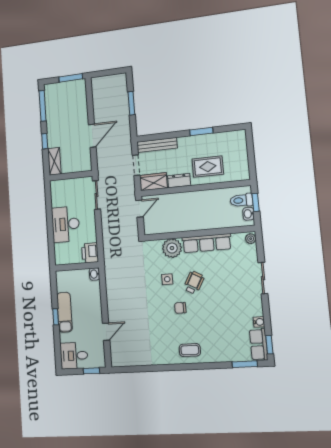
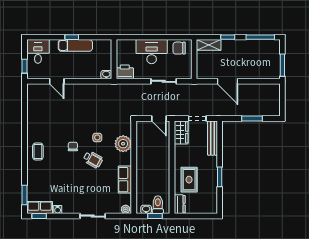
dresser: (179, 181) -> (180, 204), moved
chair: (60, 194) -> (179, 48), added
sliding door: (96, 195) -> (164, 81), moved
row of seats: (207, 243) -> (125, 180), width x0.68

